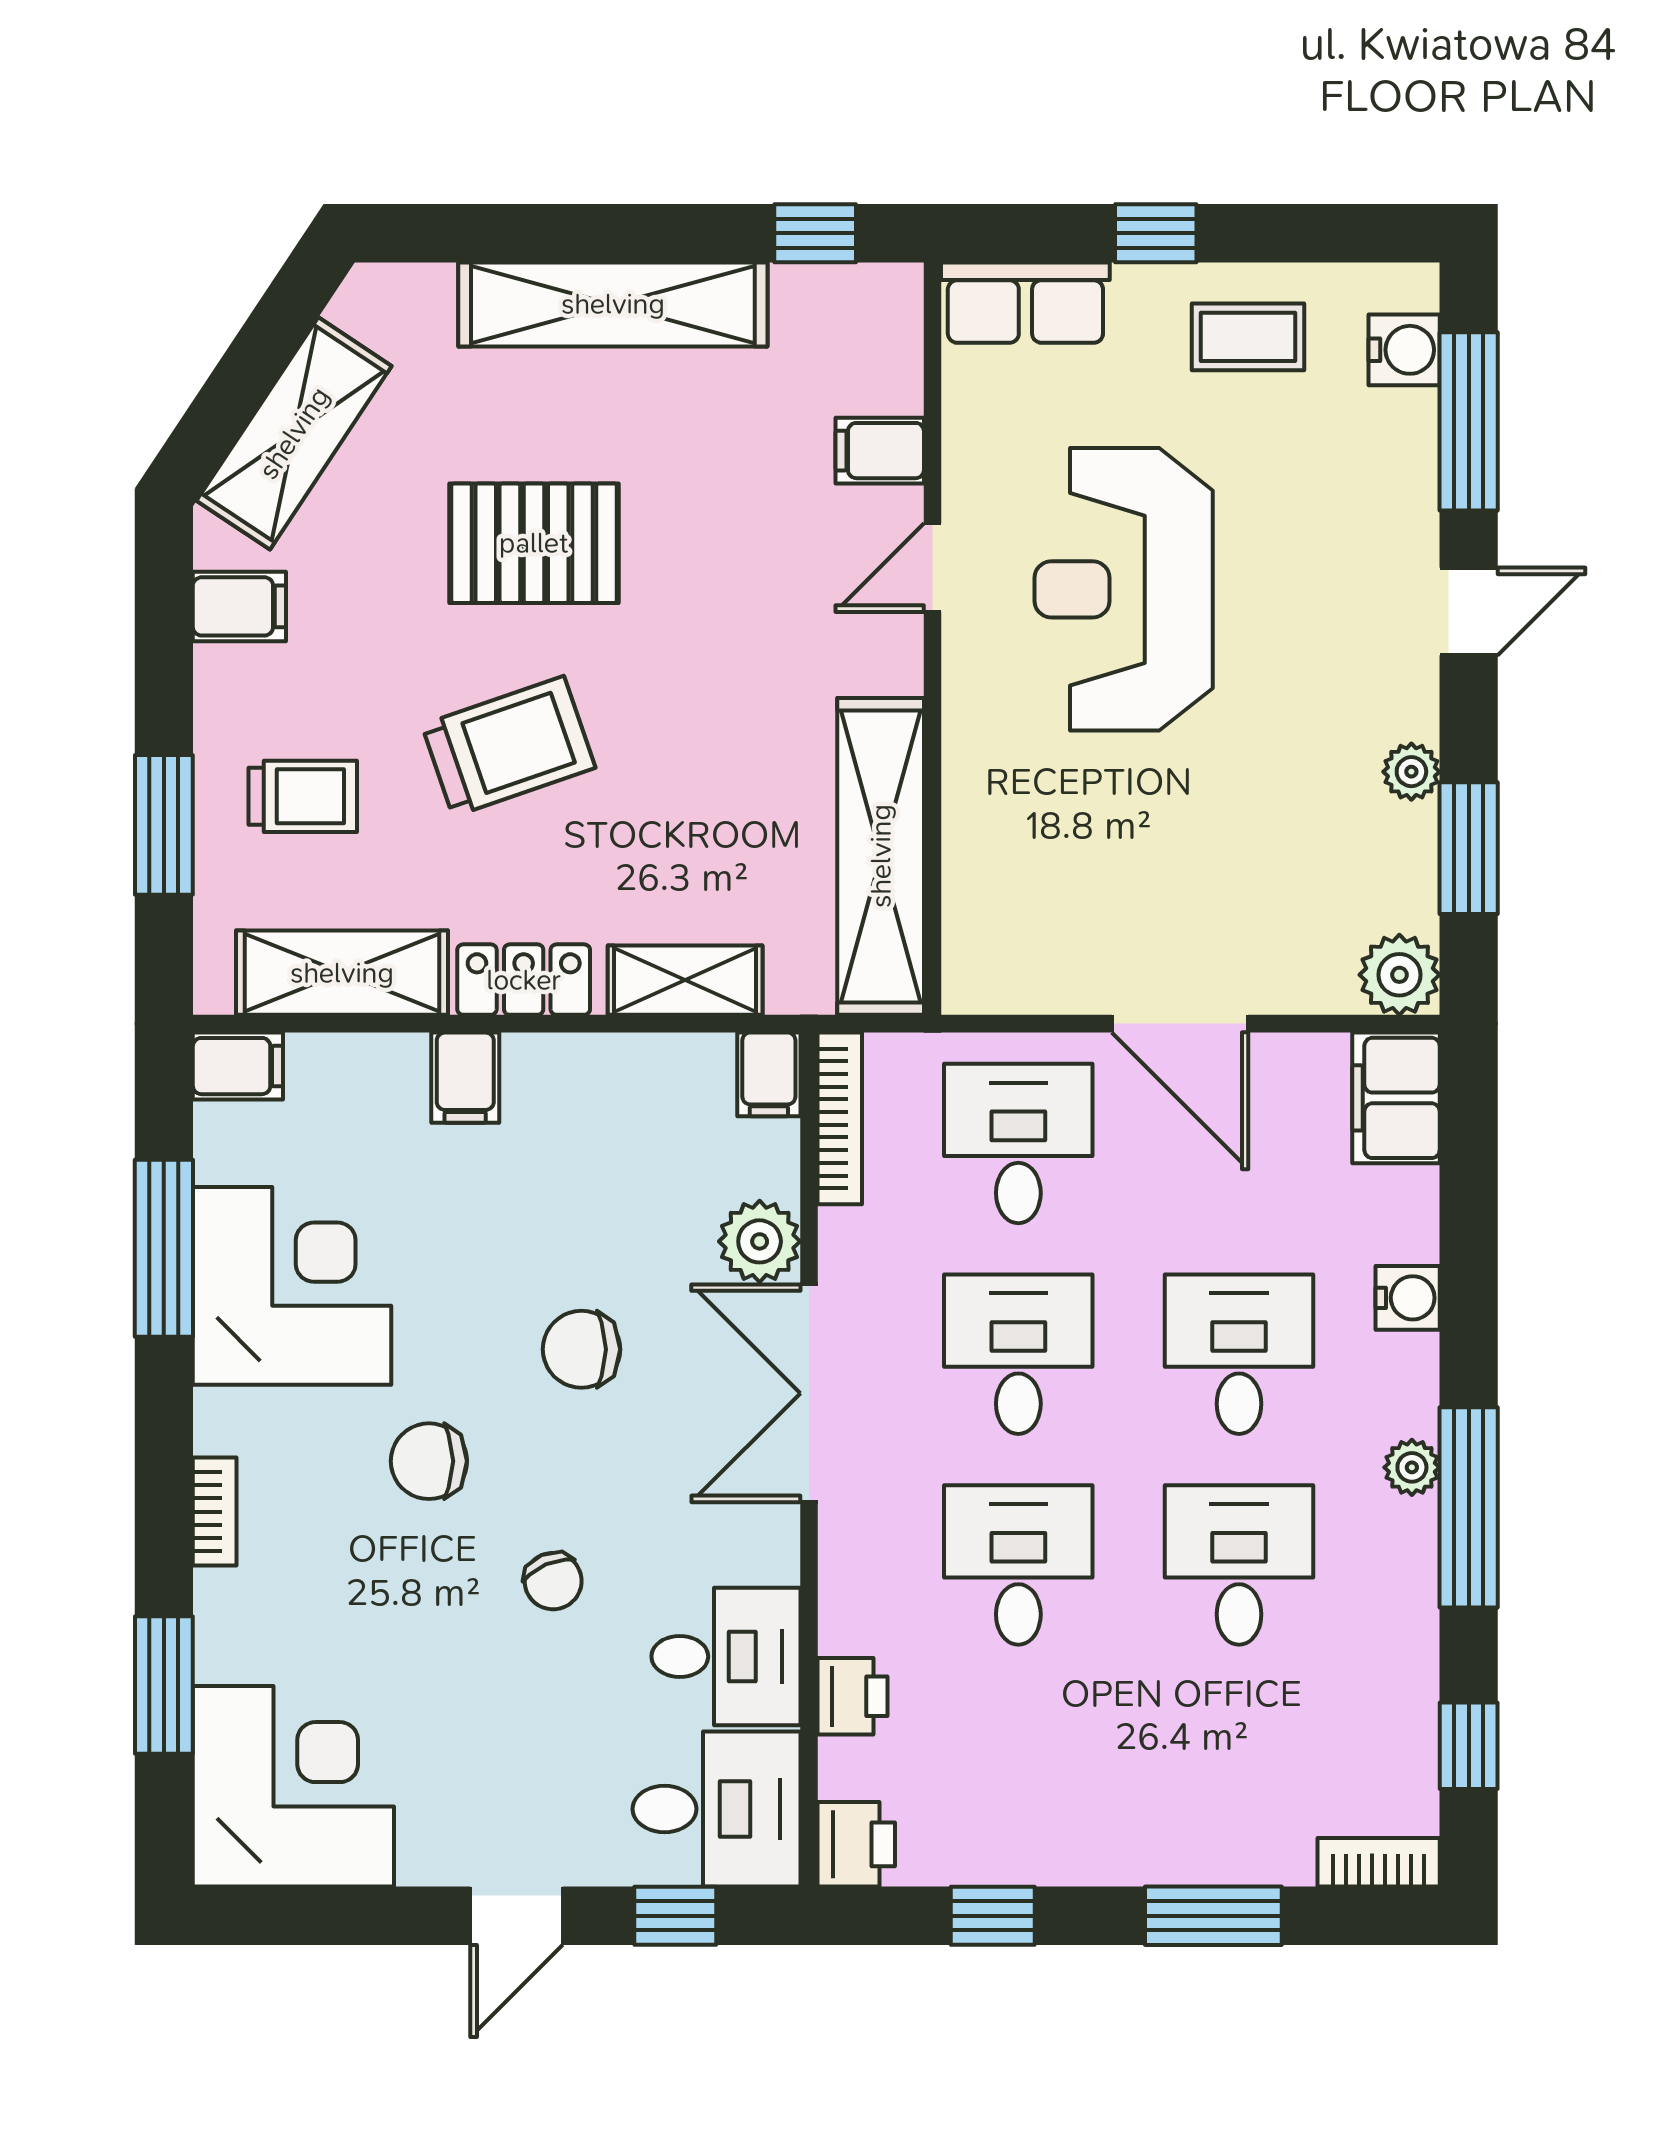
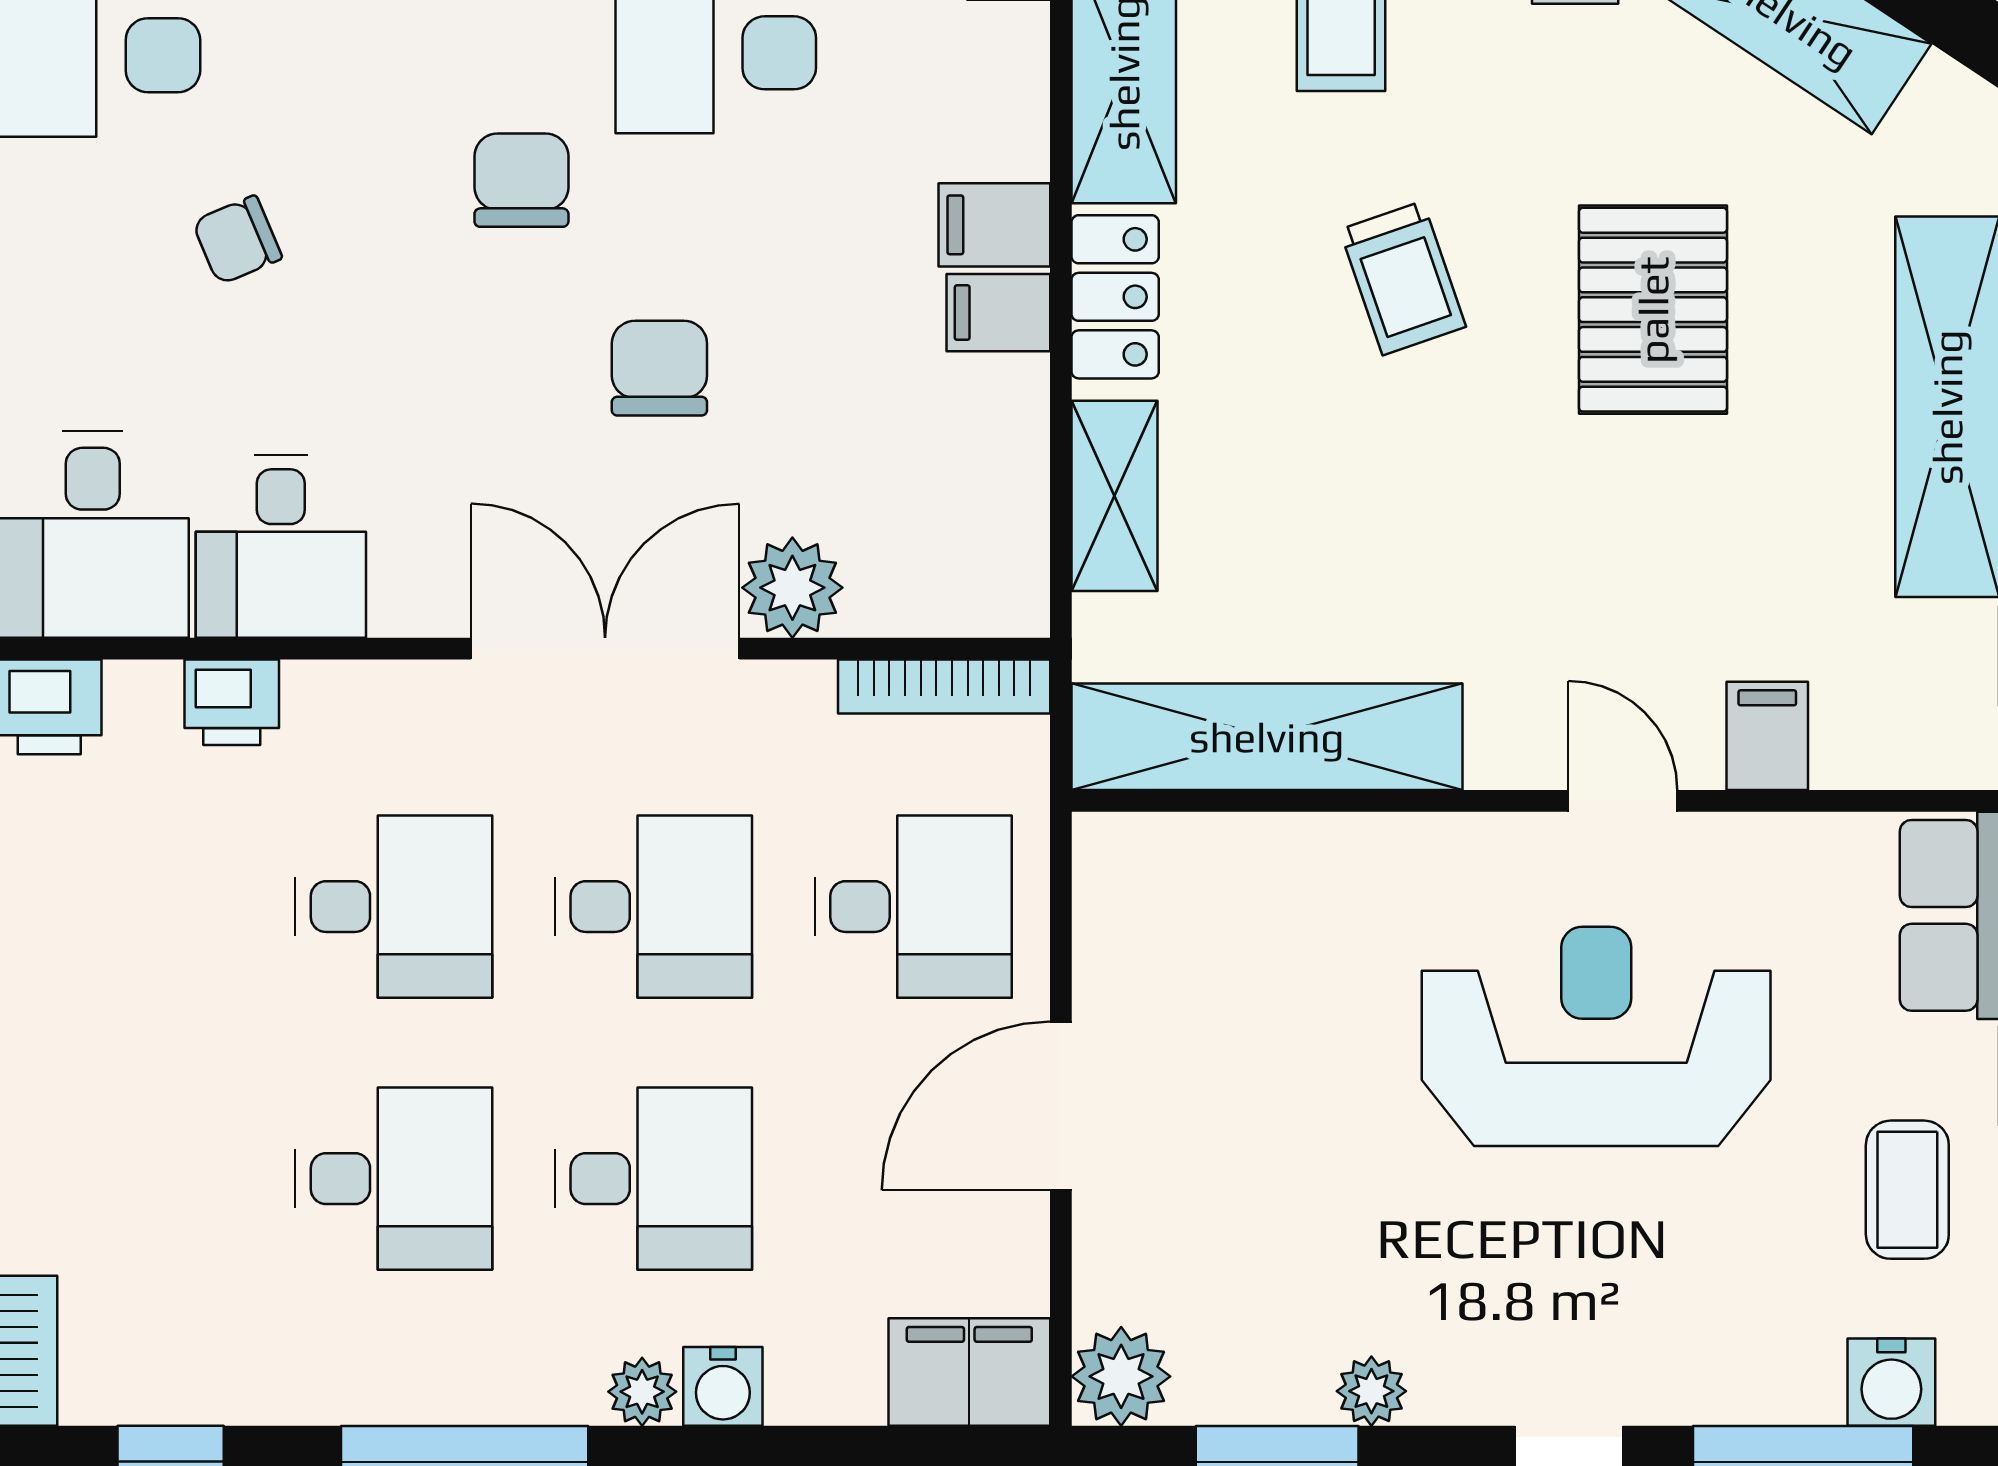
trolley: (509, 746) -> (1403, 278), width x0.73, depth x0.72
filing cabinet: (769, 1074) -> (998, 313), moved
plant: (1412, 1467) -> (642, 1392), moved
chair: (553, 1581) -> (237, 240), moved

